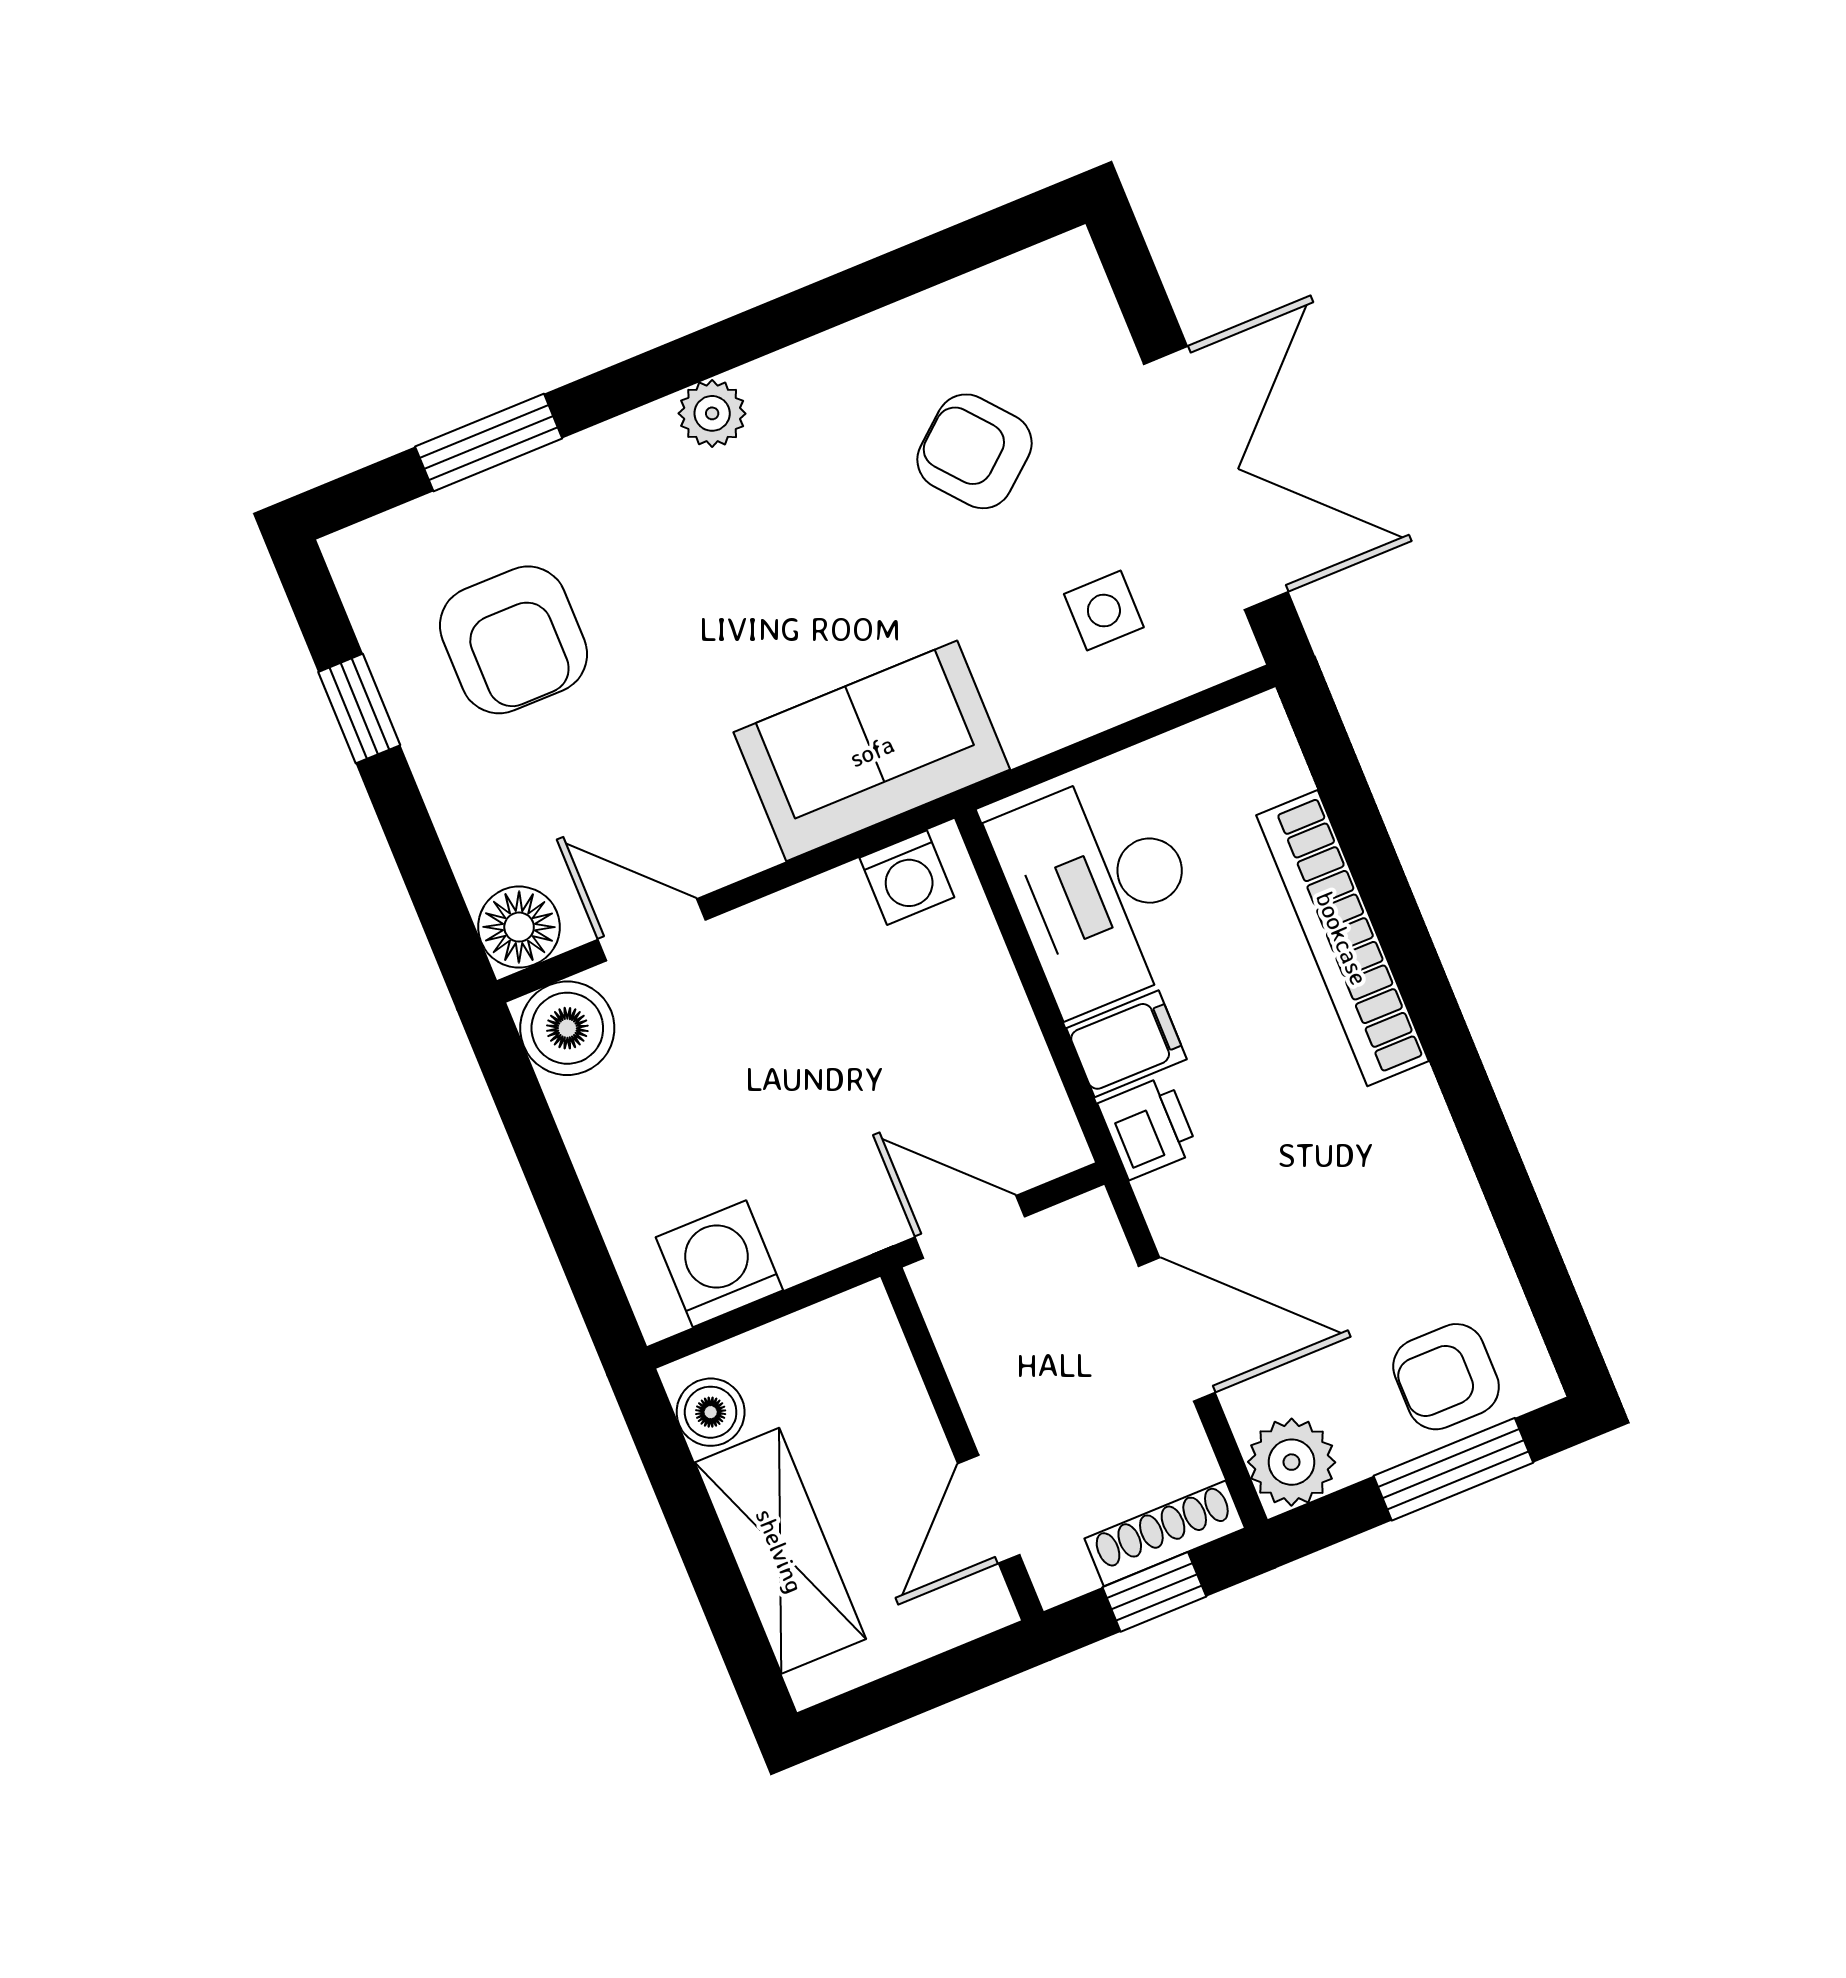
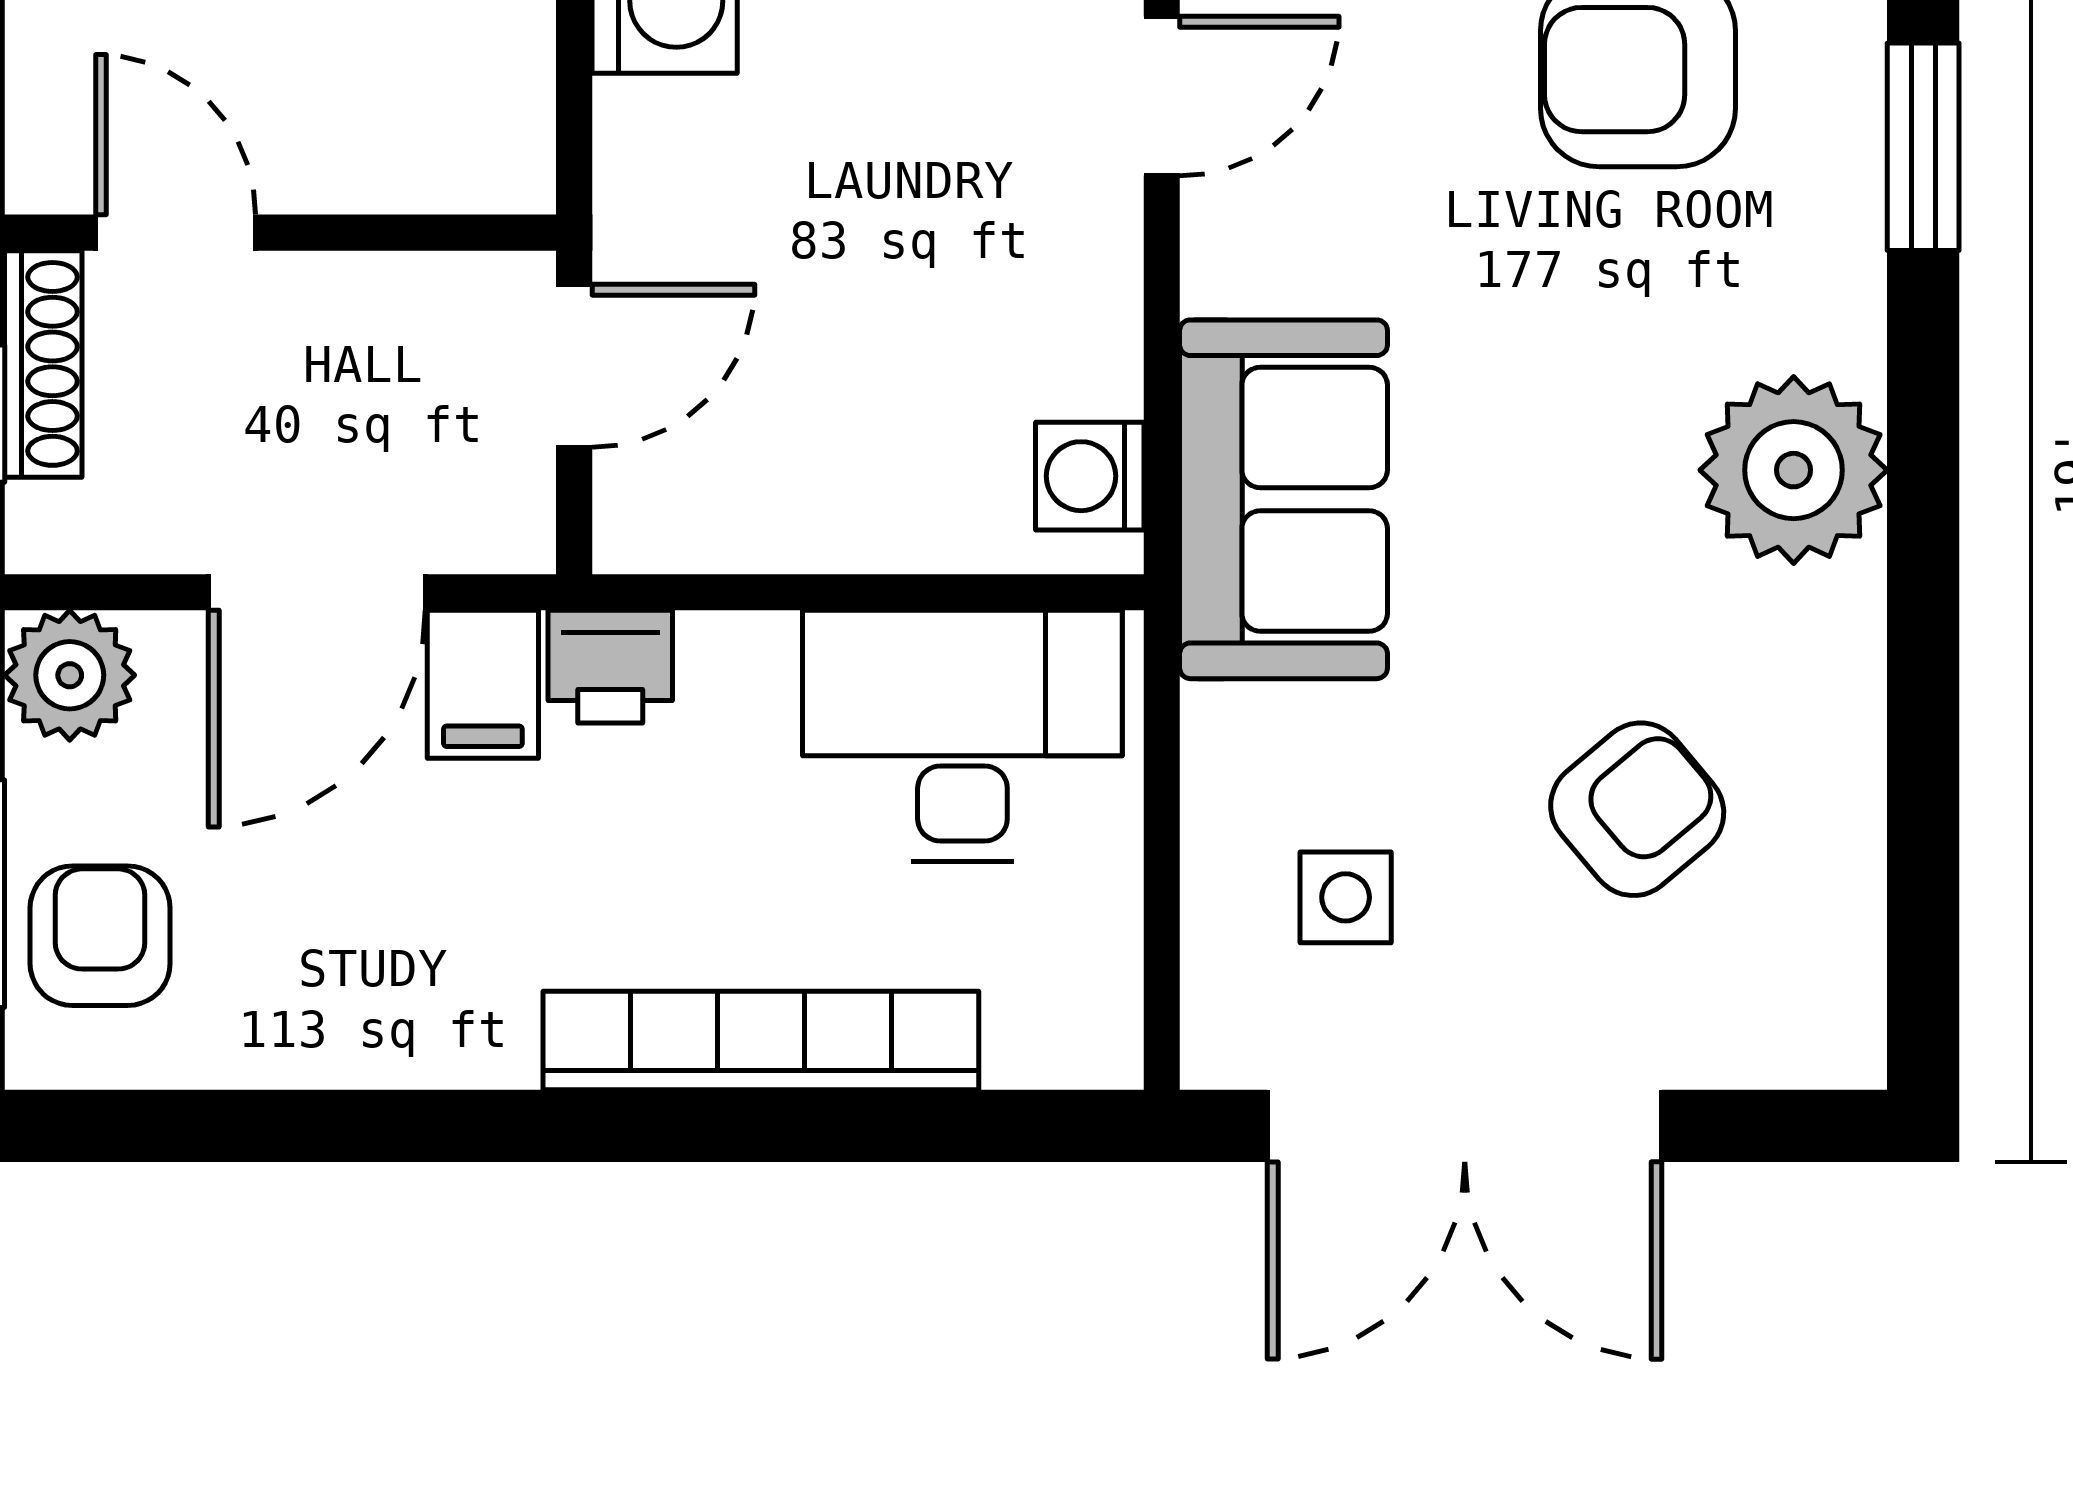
plant: (712, 413) -> (1794, 470), width x1.88, depth x1.88
filing cabinet: (1127, 1044) -> (483, 684), moved
shoe rack: (1165, 1533) -> (43, 364), moved

